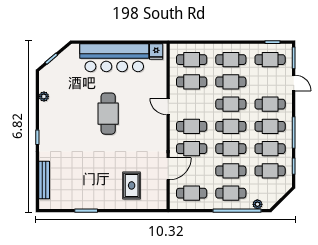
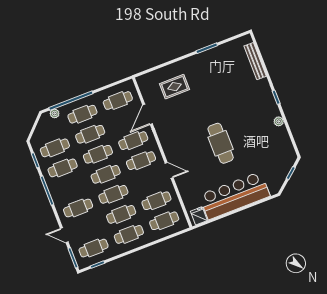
plant: (44, 96) -> (279, 121), moved
cafe table: (270, 126) -> (70, 188), removed
rug: (132, 185) -> (175, 87), turned 90

